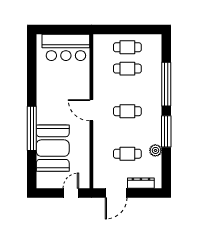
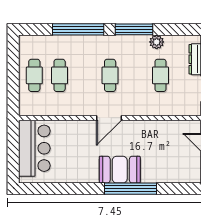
booth: (53, 148) -> (120, 170), moved, width x0.73, depth x0.70

